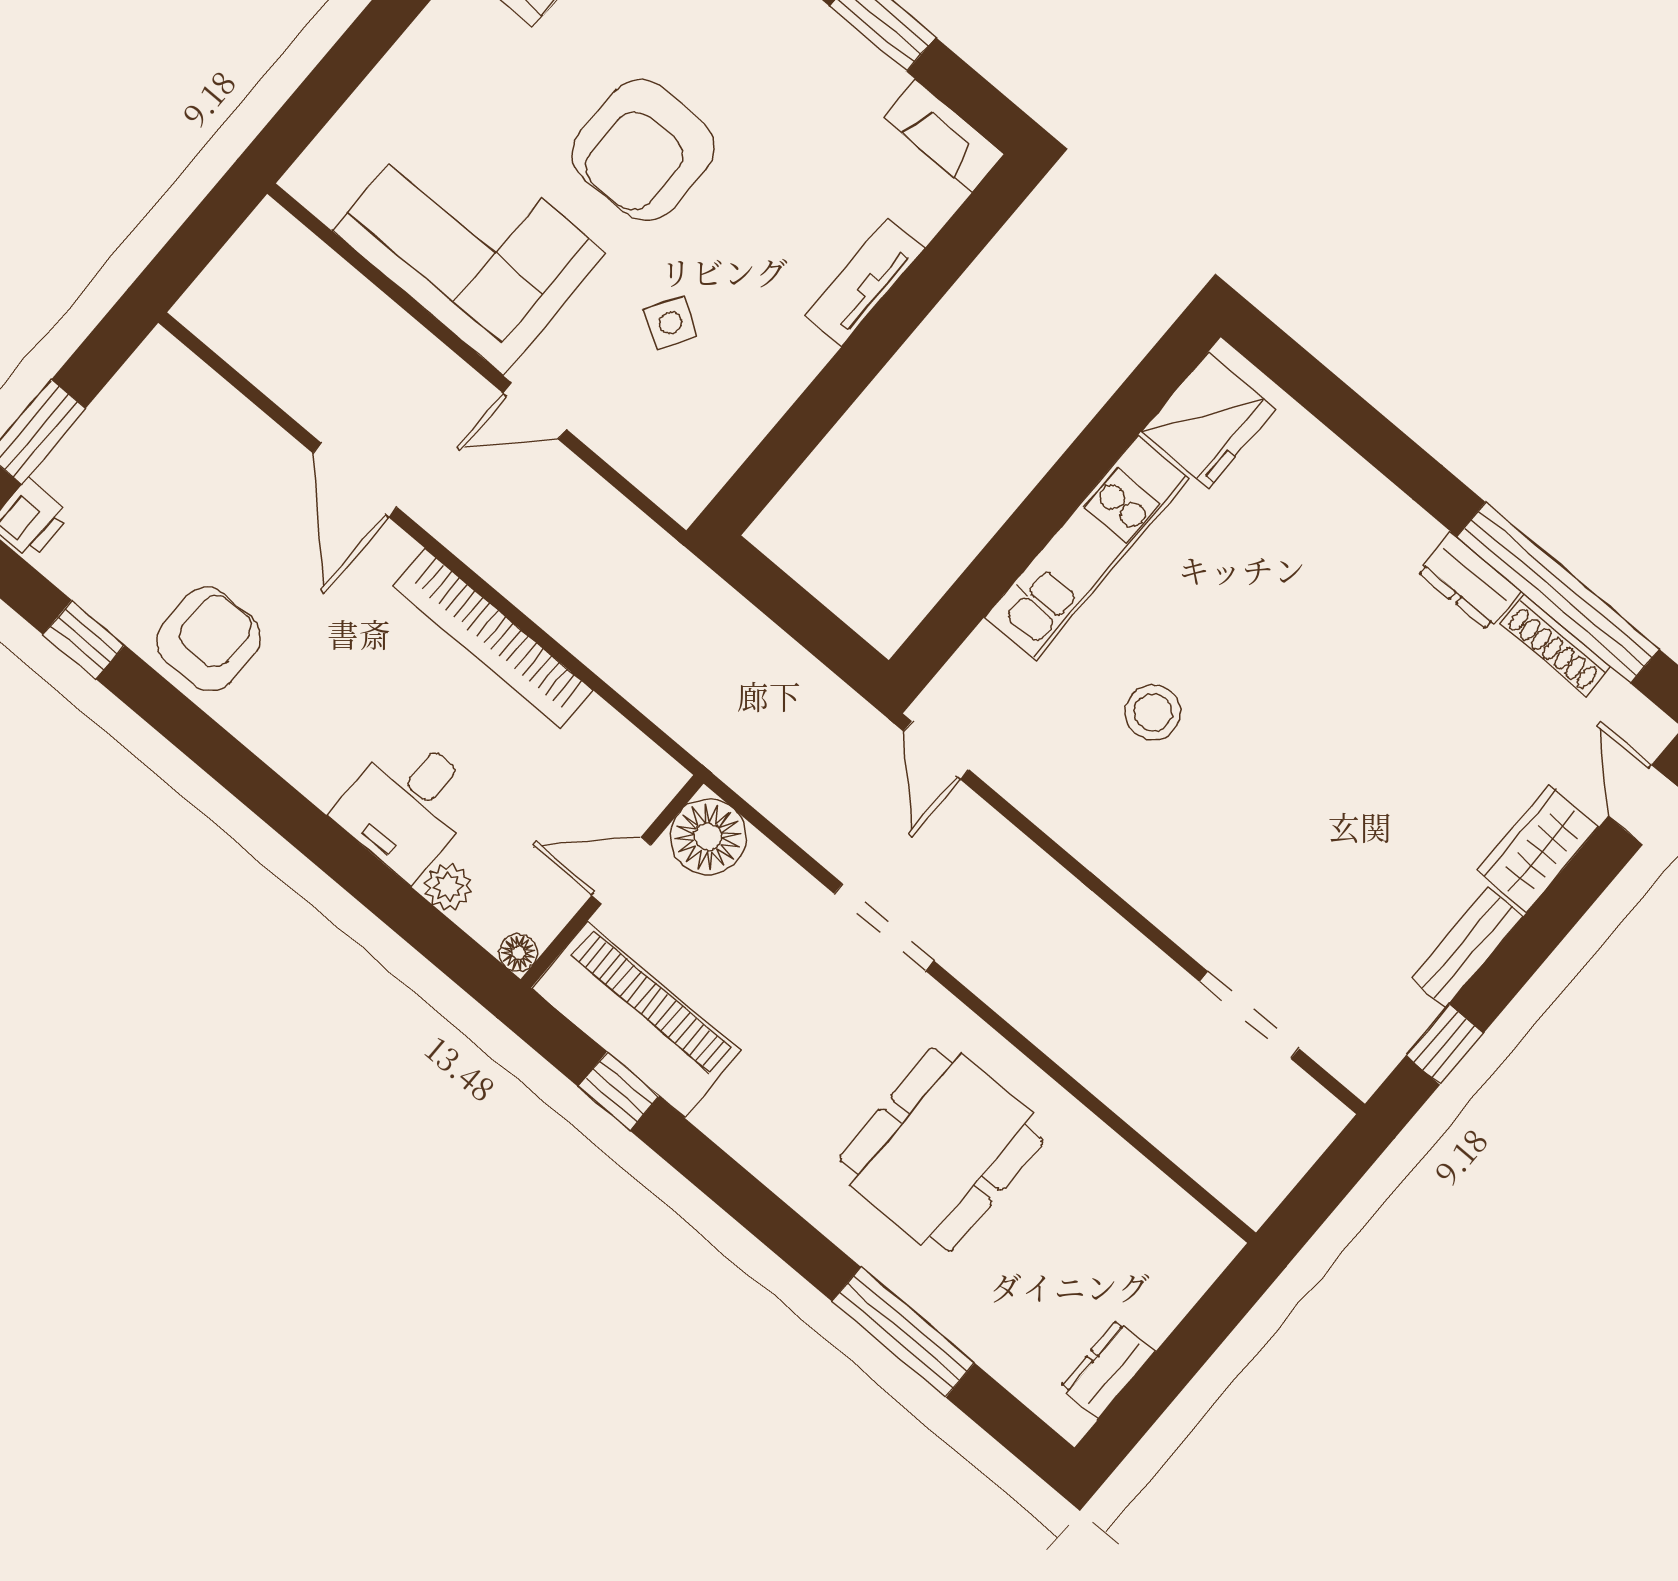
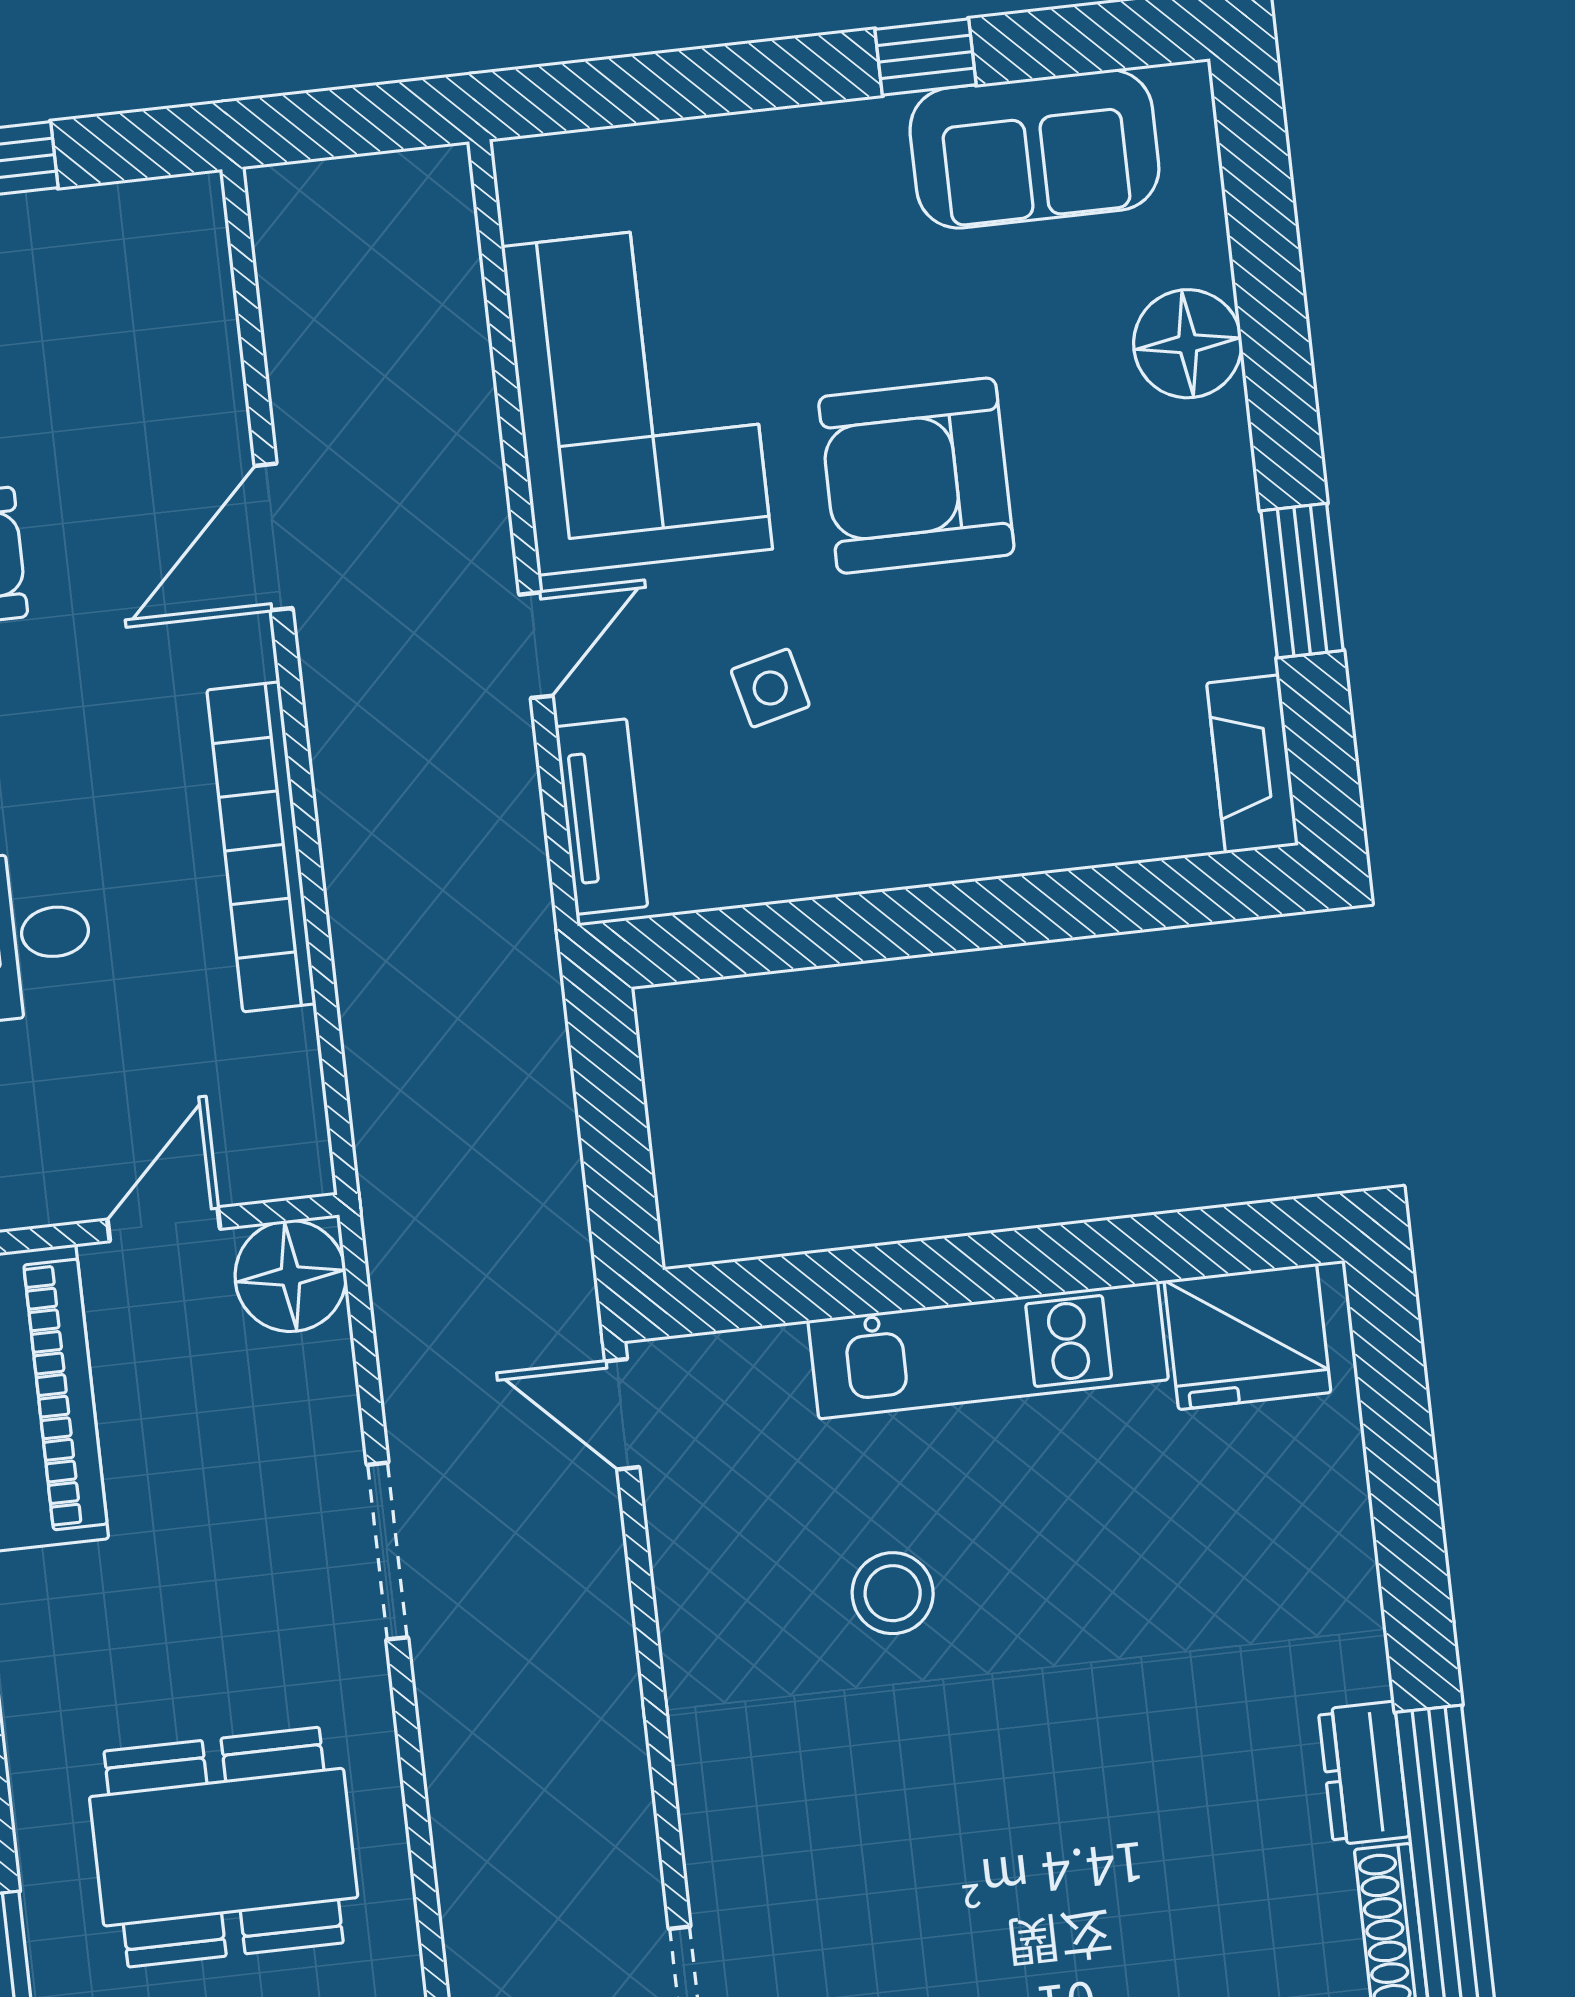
tv unit: (864, 282) -> (601, 817), moved, turned 90
side table: (670, 323) -> (770, 688), turned 45
door: (535, 411) -> (536, 645), swing flipped
door: (936, 750) -> (622, 1414), hinge flipped
door: (621, 870) -> (164, 1224), hinge flipped

